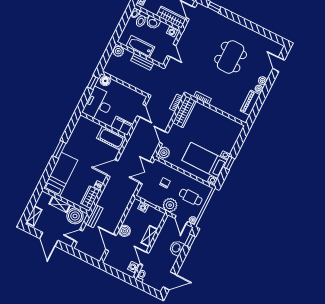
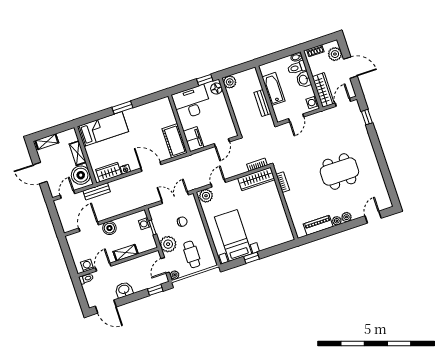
plant: (118, 51) -> (230, 82), moved
door: (78, 236) -> (67, 194), hinge flipped
door: (49, 239) -> (40, 173), hinge flipped
washbasin: (177, 248) -> (124, 290), moved

